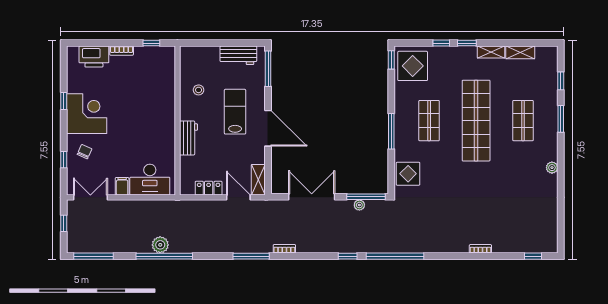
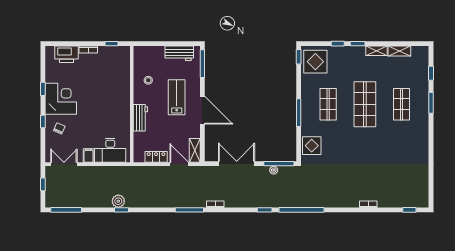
shop shelf: (476, 121) -> (365, 104), width x0.71
window: (64, 160) -> (43, 122), moved
plant: (552, 168) -> (424, 141), removed
window: (164, 256) -> (122, 210), width x0.32

